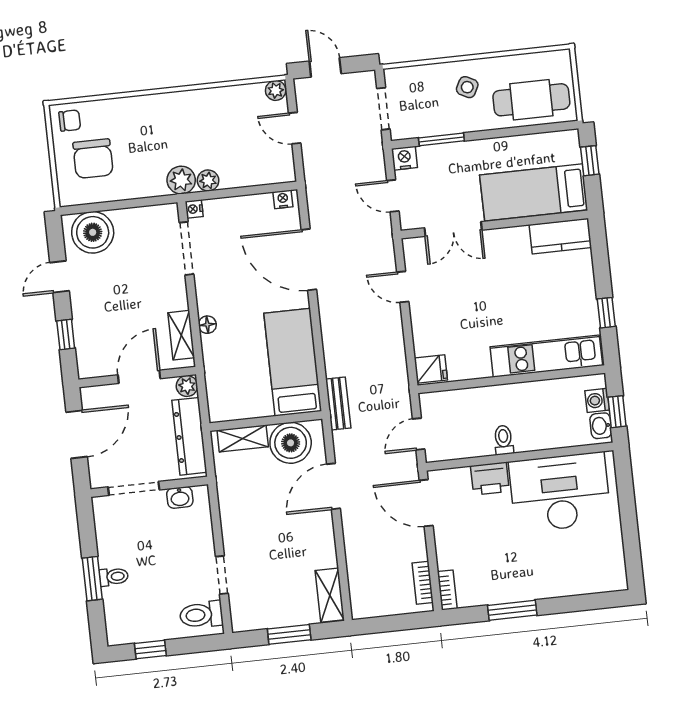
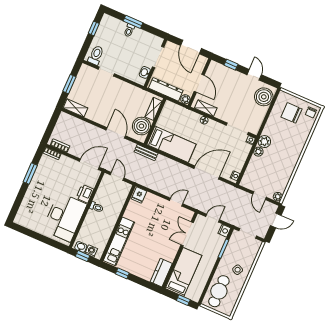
door: (295, 128) -> (259, 196), swing flipped

